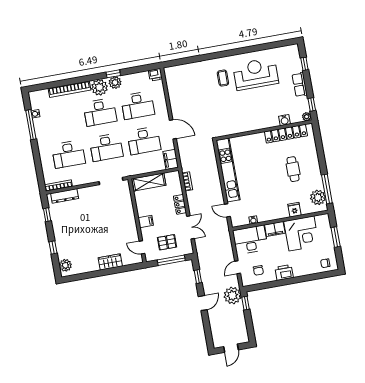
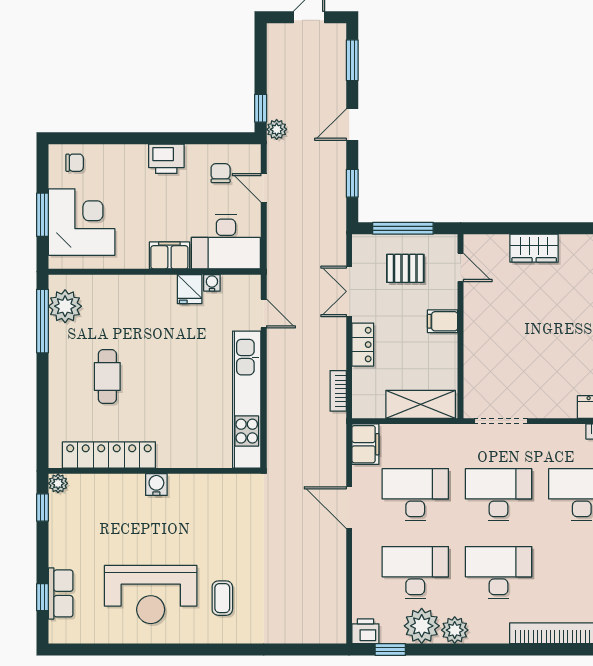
window: (113, 74) -> (390, 649), moved
row of seats: (300, 85) -> (61, 593), moved
plant: (99, 87) -> (422, 626), moved
water cooler: (284, 120) -> (156, 485), moved
fridge: (294, 210) -> (190, 289), moved
corner desk: (301, 233) -> (82, 222), moved, turned 90
door: (238, 267) -> (264, 188), swing flipped
plant: (232, 295) -> (277, 129), width x0.53, depth x0.53
window: (208, 332) -> (352, 60), added

